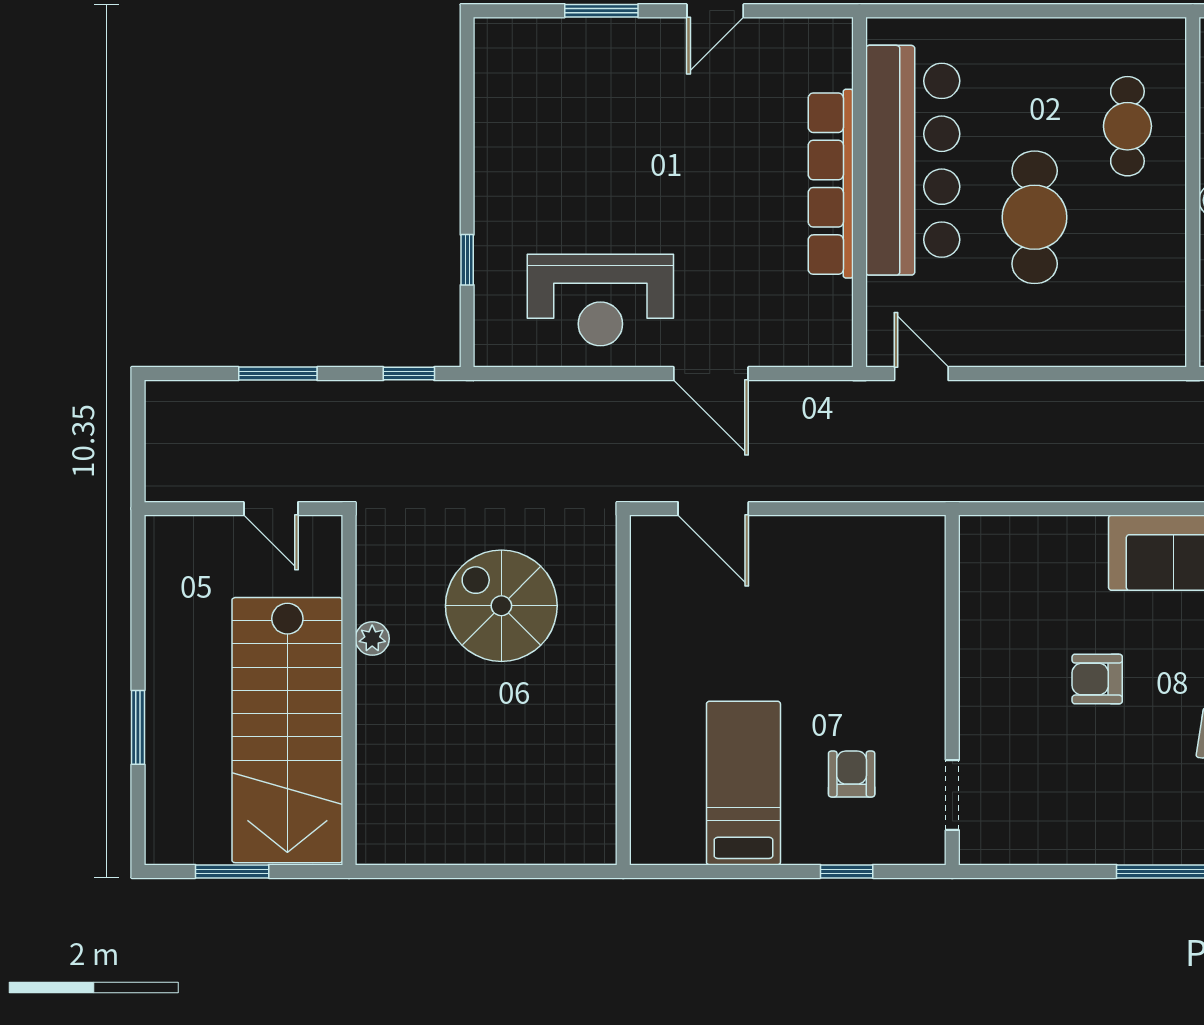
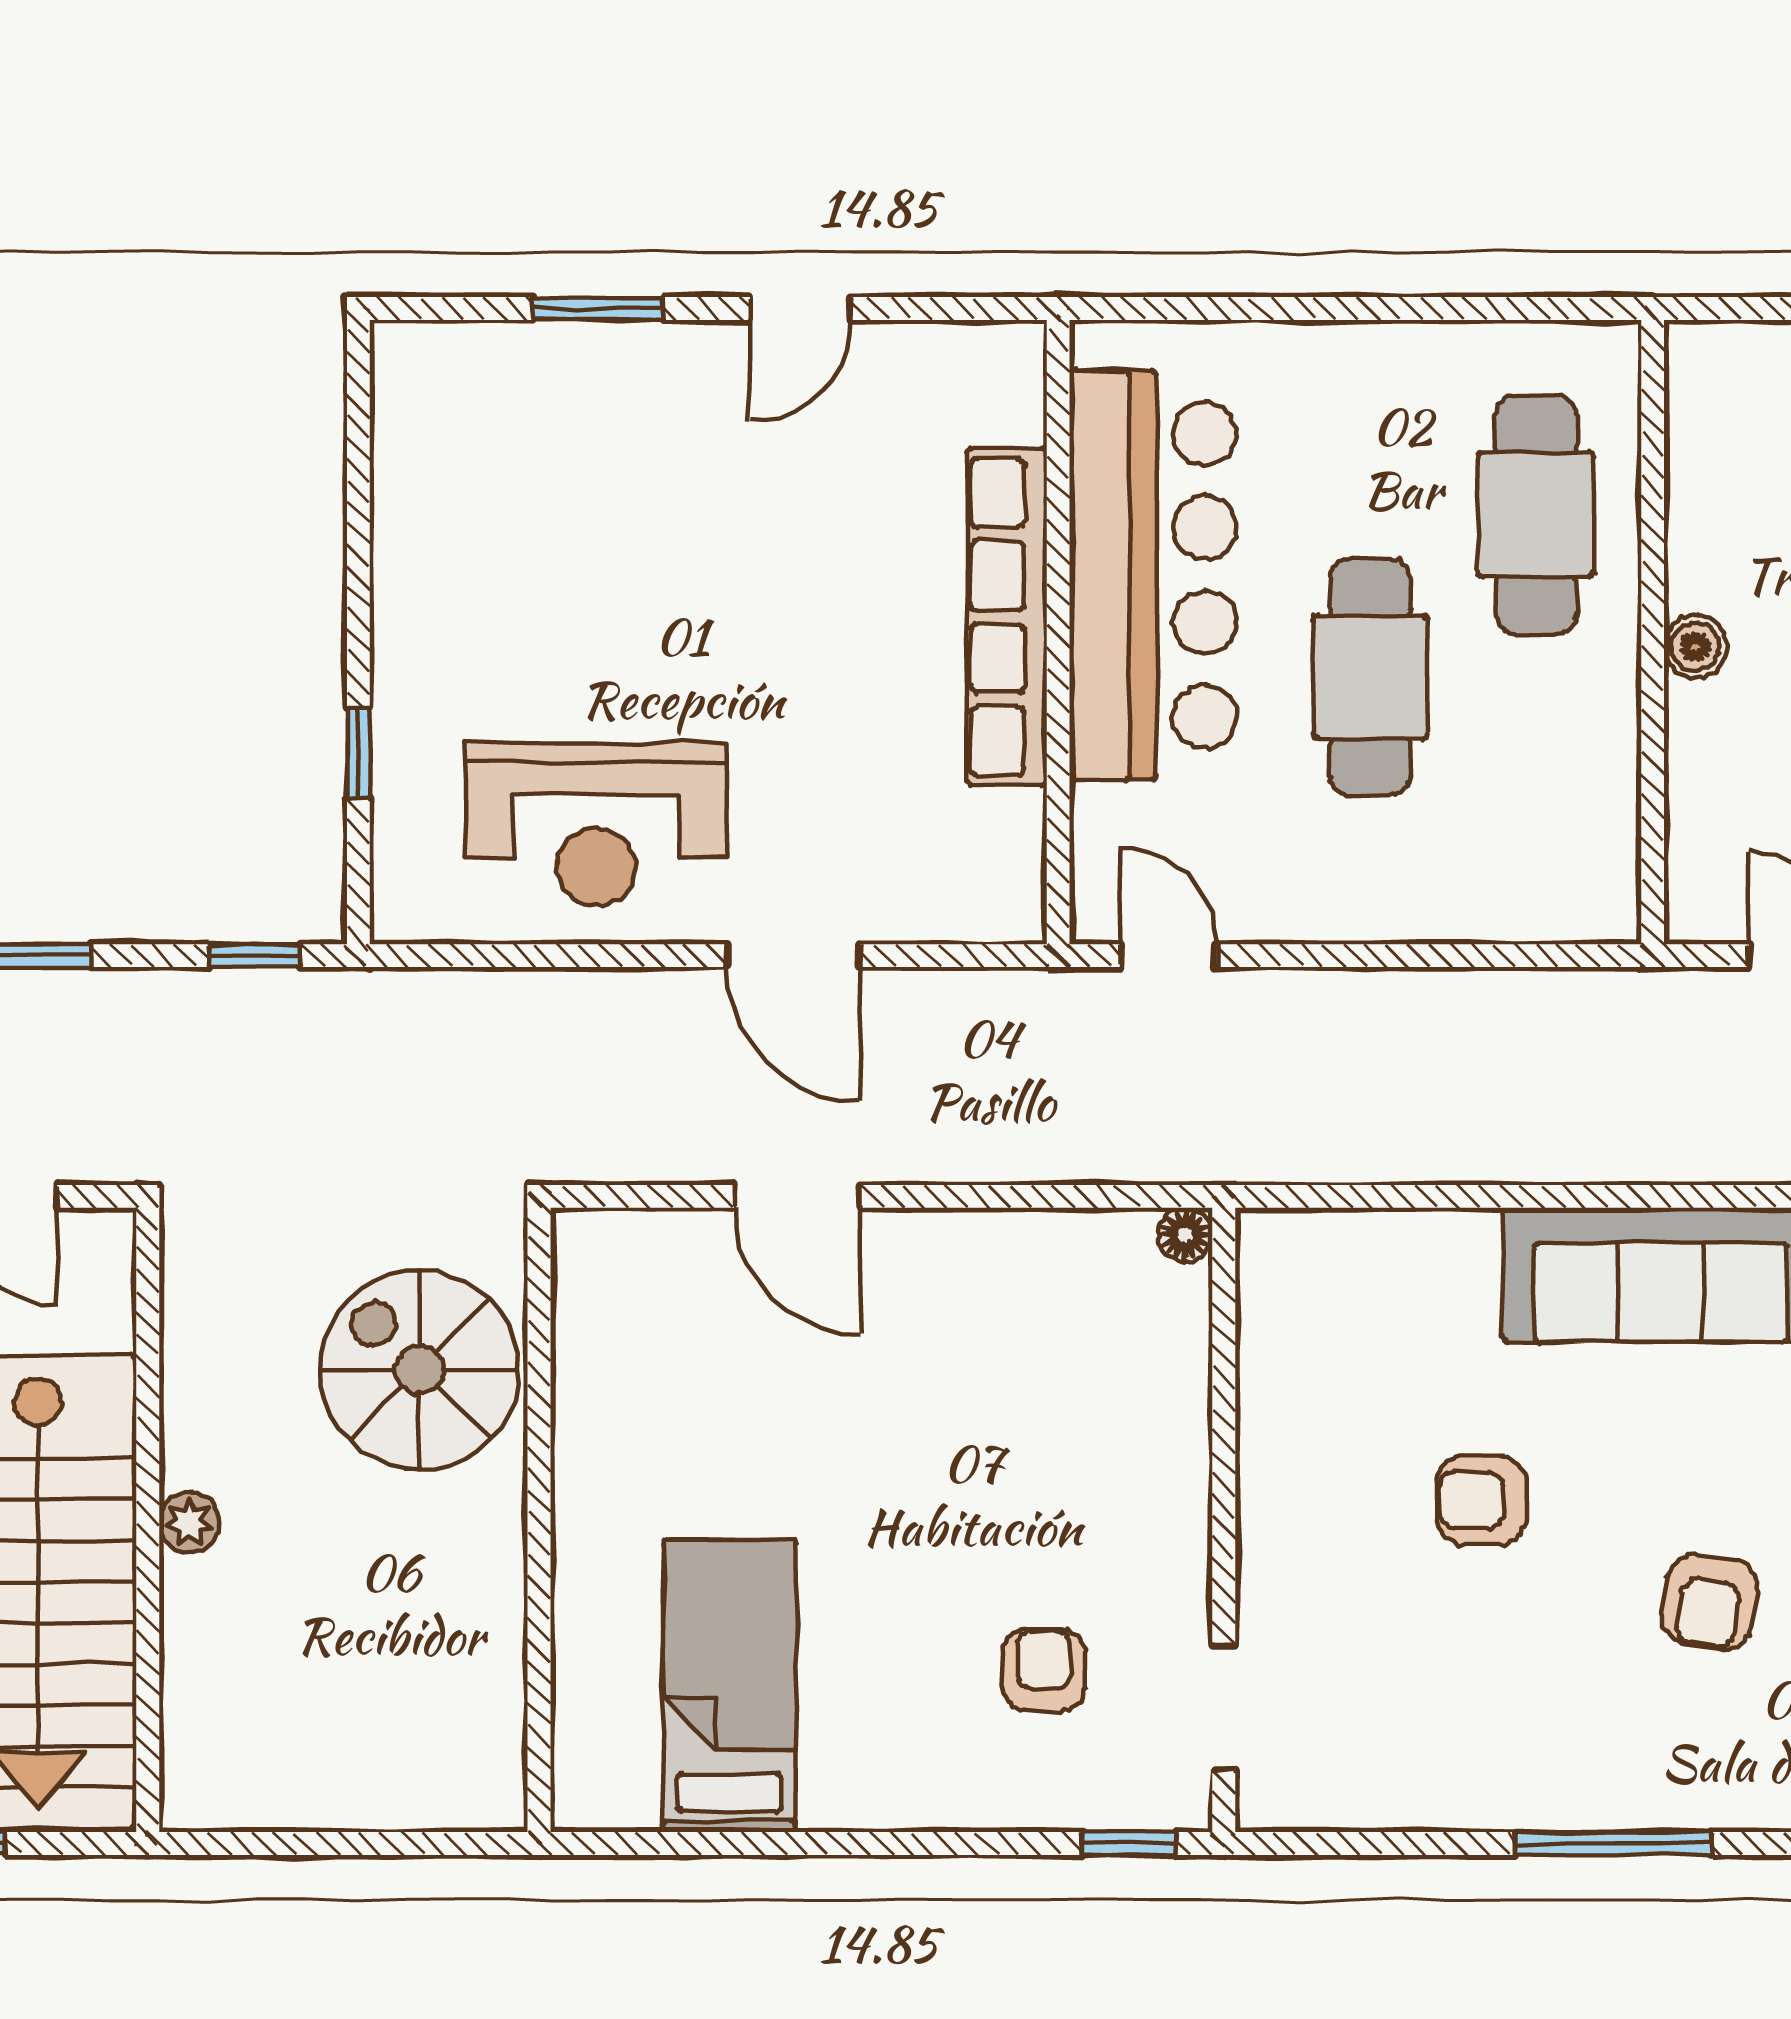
cafe table: (1127, 126) -> (1536, 514), width x1.37, depth x1.35
floor lamp: (931, 530) -> (1185, 1235), added
plant: (372, 638) -> (189, 1522), moved
wall: (623, 690) -> (539, 1520), moved
bed: (743, 783) -> (729, 1686), moved
window: (847, 871) -> (1129, 1843), moved

